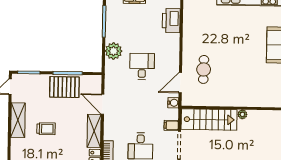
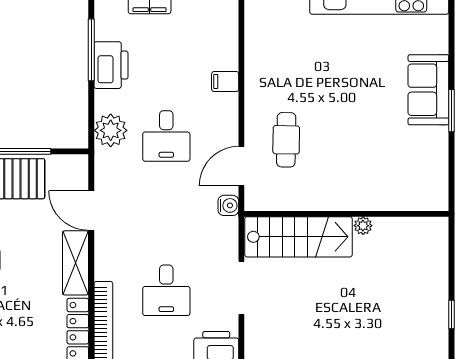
printer: (171, 21) -> (111, 65), moved, turned 180
plant: (114, 51) -> (111, 130), moved
desk: (142, 66) -> (166, 136), turned 180
filing cabinet: (171, 125) -> (225, 82), moved

